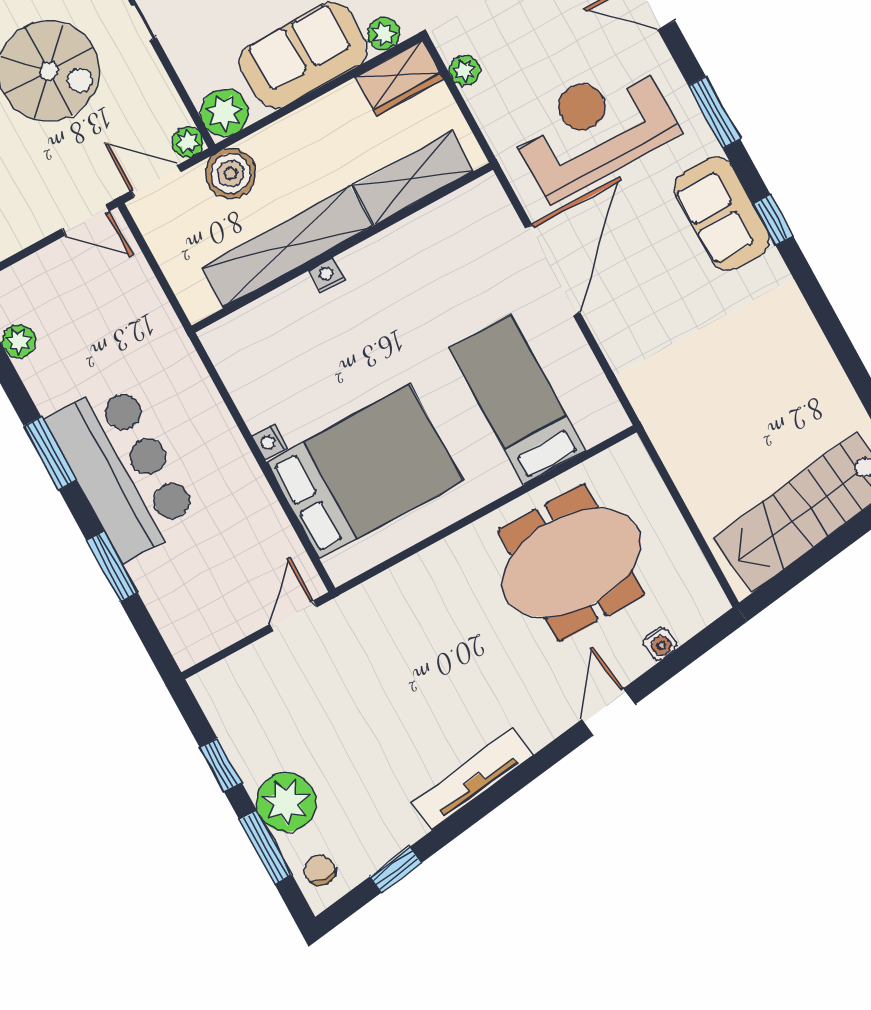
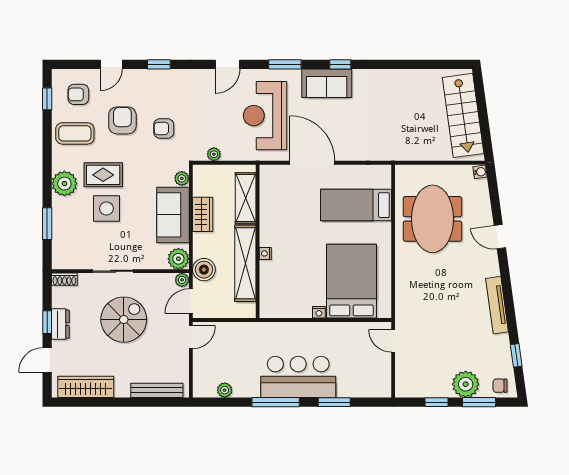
wardrobe: (399, 78) -> (203, 214), moved
window: (50, 453) -> (276, 402), width x1.44
water cooler: (660, 644) -> (480, 172), moved

